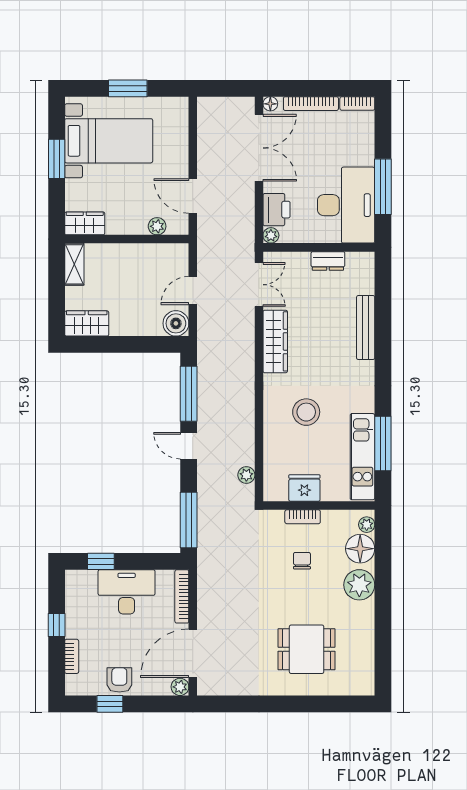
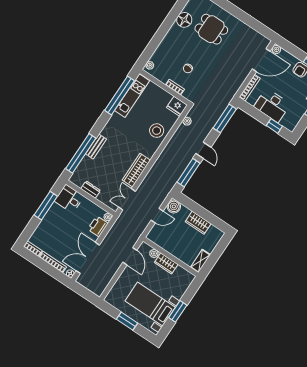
desk: (346, 205) -> (69, 199), width x0.53, depth x0.77
wardrobe: (85, 223) -> (166, 263), moved
window: (383, 309) -> (81, 153), added
wardrobe: (87, 323) -> (198, 223), moved
bench: (366, 328) -> (96, 147), width x0.73
stool: (306, 412) -> (157, 131), moved
window: (383, 443) -> (119, 95), width x1.46
fridge: (304, 488) -> (177, 106), moved
floor lamp: (360, 549) -> (184, 20), moved
plant: (359, 585) -> (170, 42), removed

